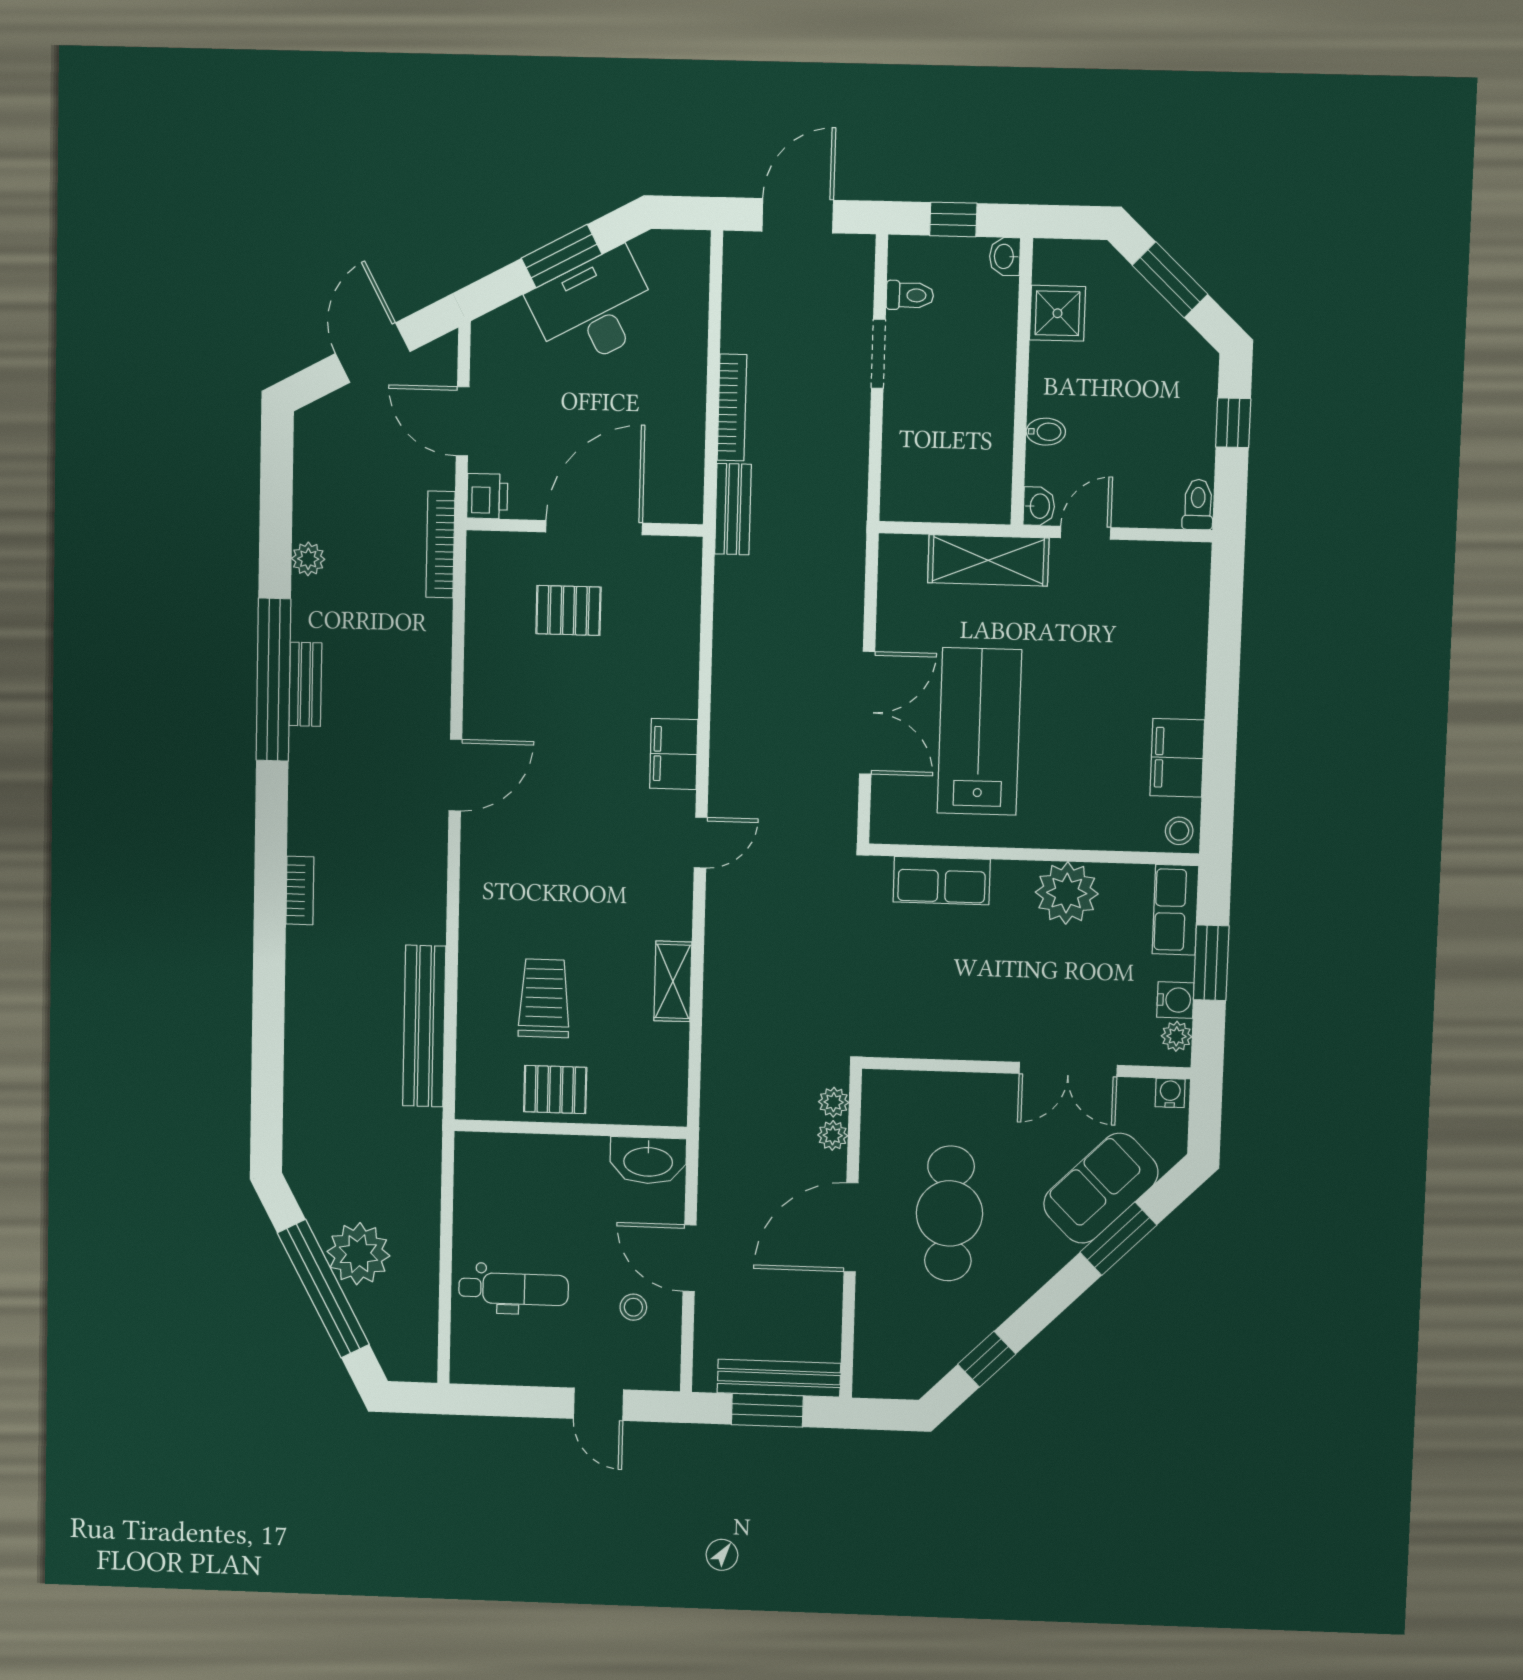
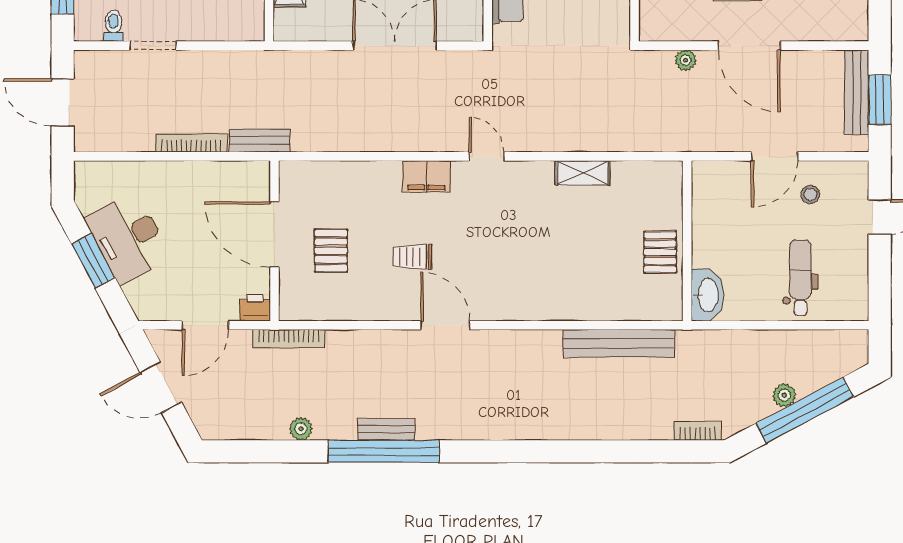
bookcase: (300, 891) -> (698, 431), moved
trolley: (544, 998) -> (412, 257), moved, width x0.73, depth x0.72
plant: (834, 1102) -> (662, 60), removed
washbasin: (648, 1160) -> (707, 295), moved
plant: (358, 1254) -> (784, 395), width x0.53, depth x0.53

